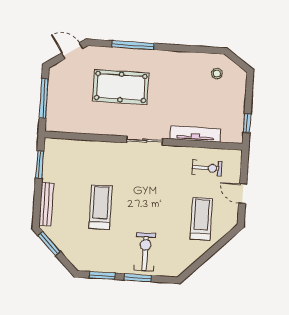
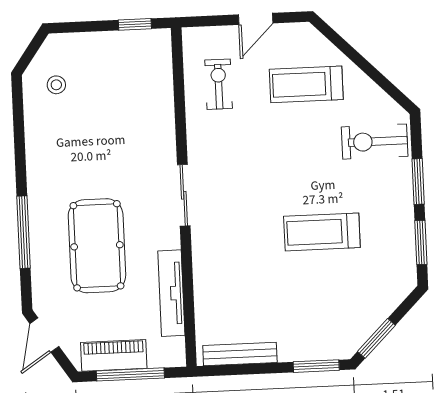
piano: (56, 90) -> (114, 355), added
tv unit: (195, 134) -> (171, 293), moved
window: (40, 165) -> (316, 366), moved
bench: (46, 204) -> (240, 354), moved
treadmill: (100, 207) -> (322, 232), moved
exercise bike: (145, 252) -> (375, 142), moved

